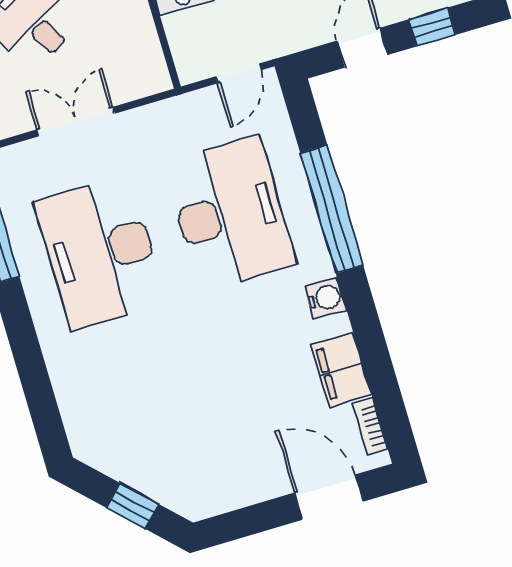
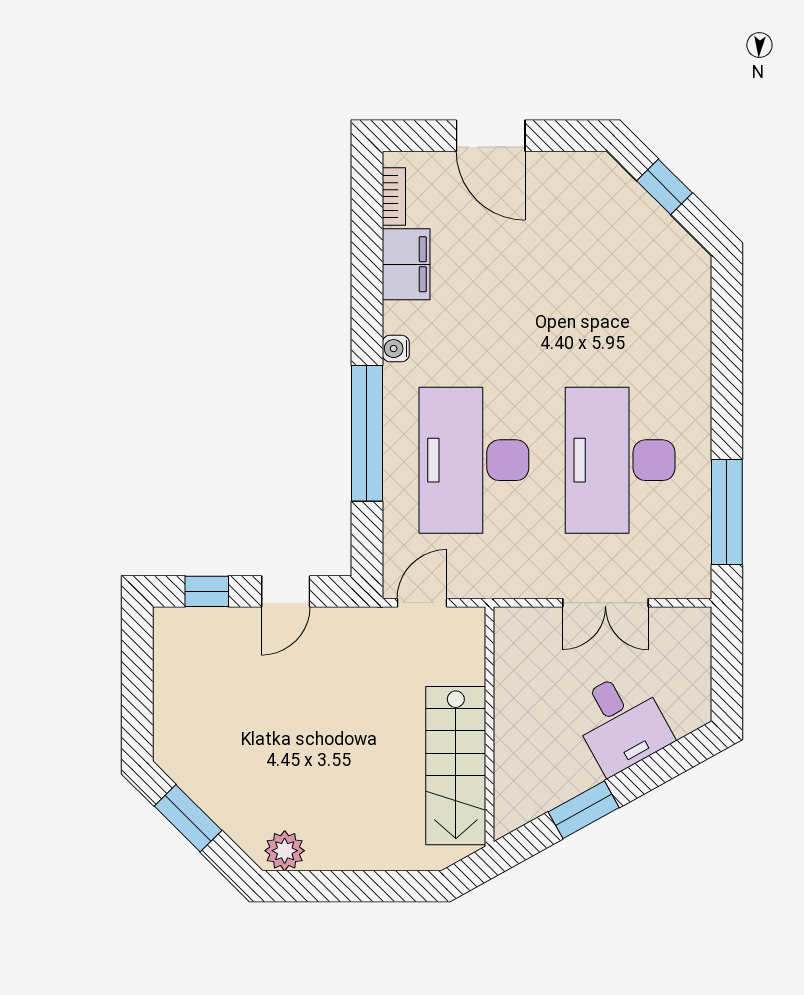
desk: (100, 252) -> (620, 460), turned 180
water cooler: (325, 298) -> (396, 349), width x0.72, depth x0.72
door: (329, 497) -> (491, 136), moved

